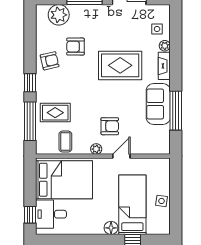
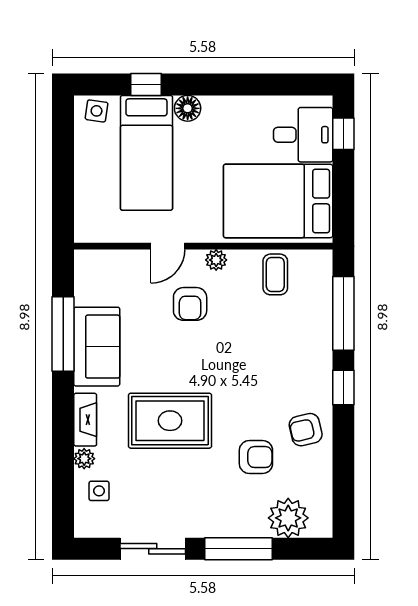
rug: (55, 113) -> (295, 330), removed
armchair: (110, 126) -> (190, 304), turned -90
side table: (161, 201) -> (97, 111), moved

